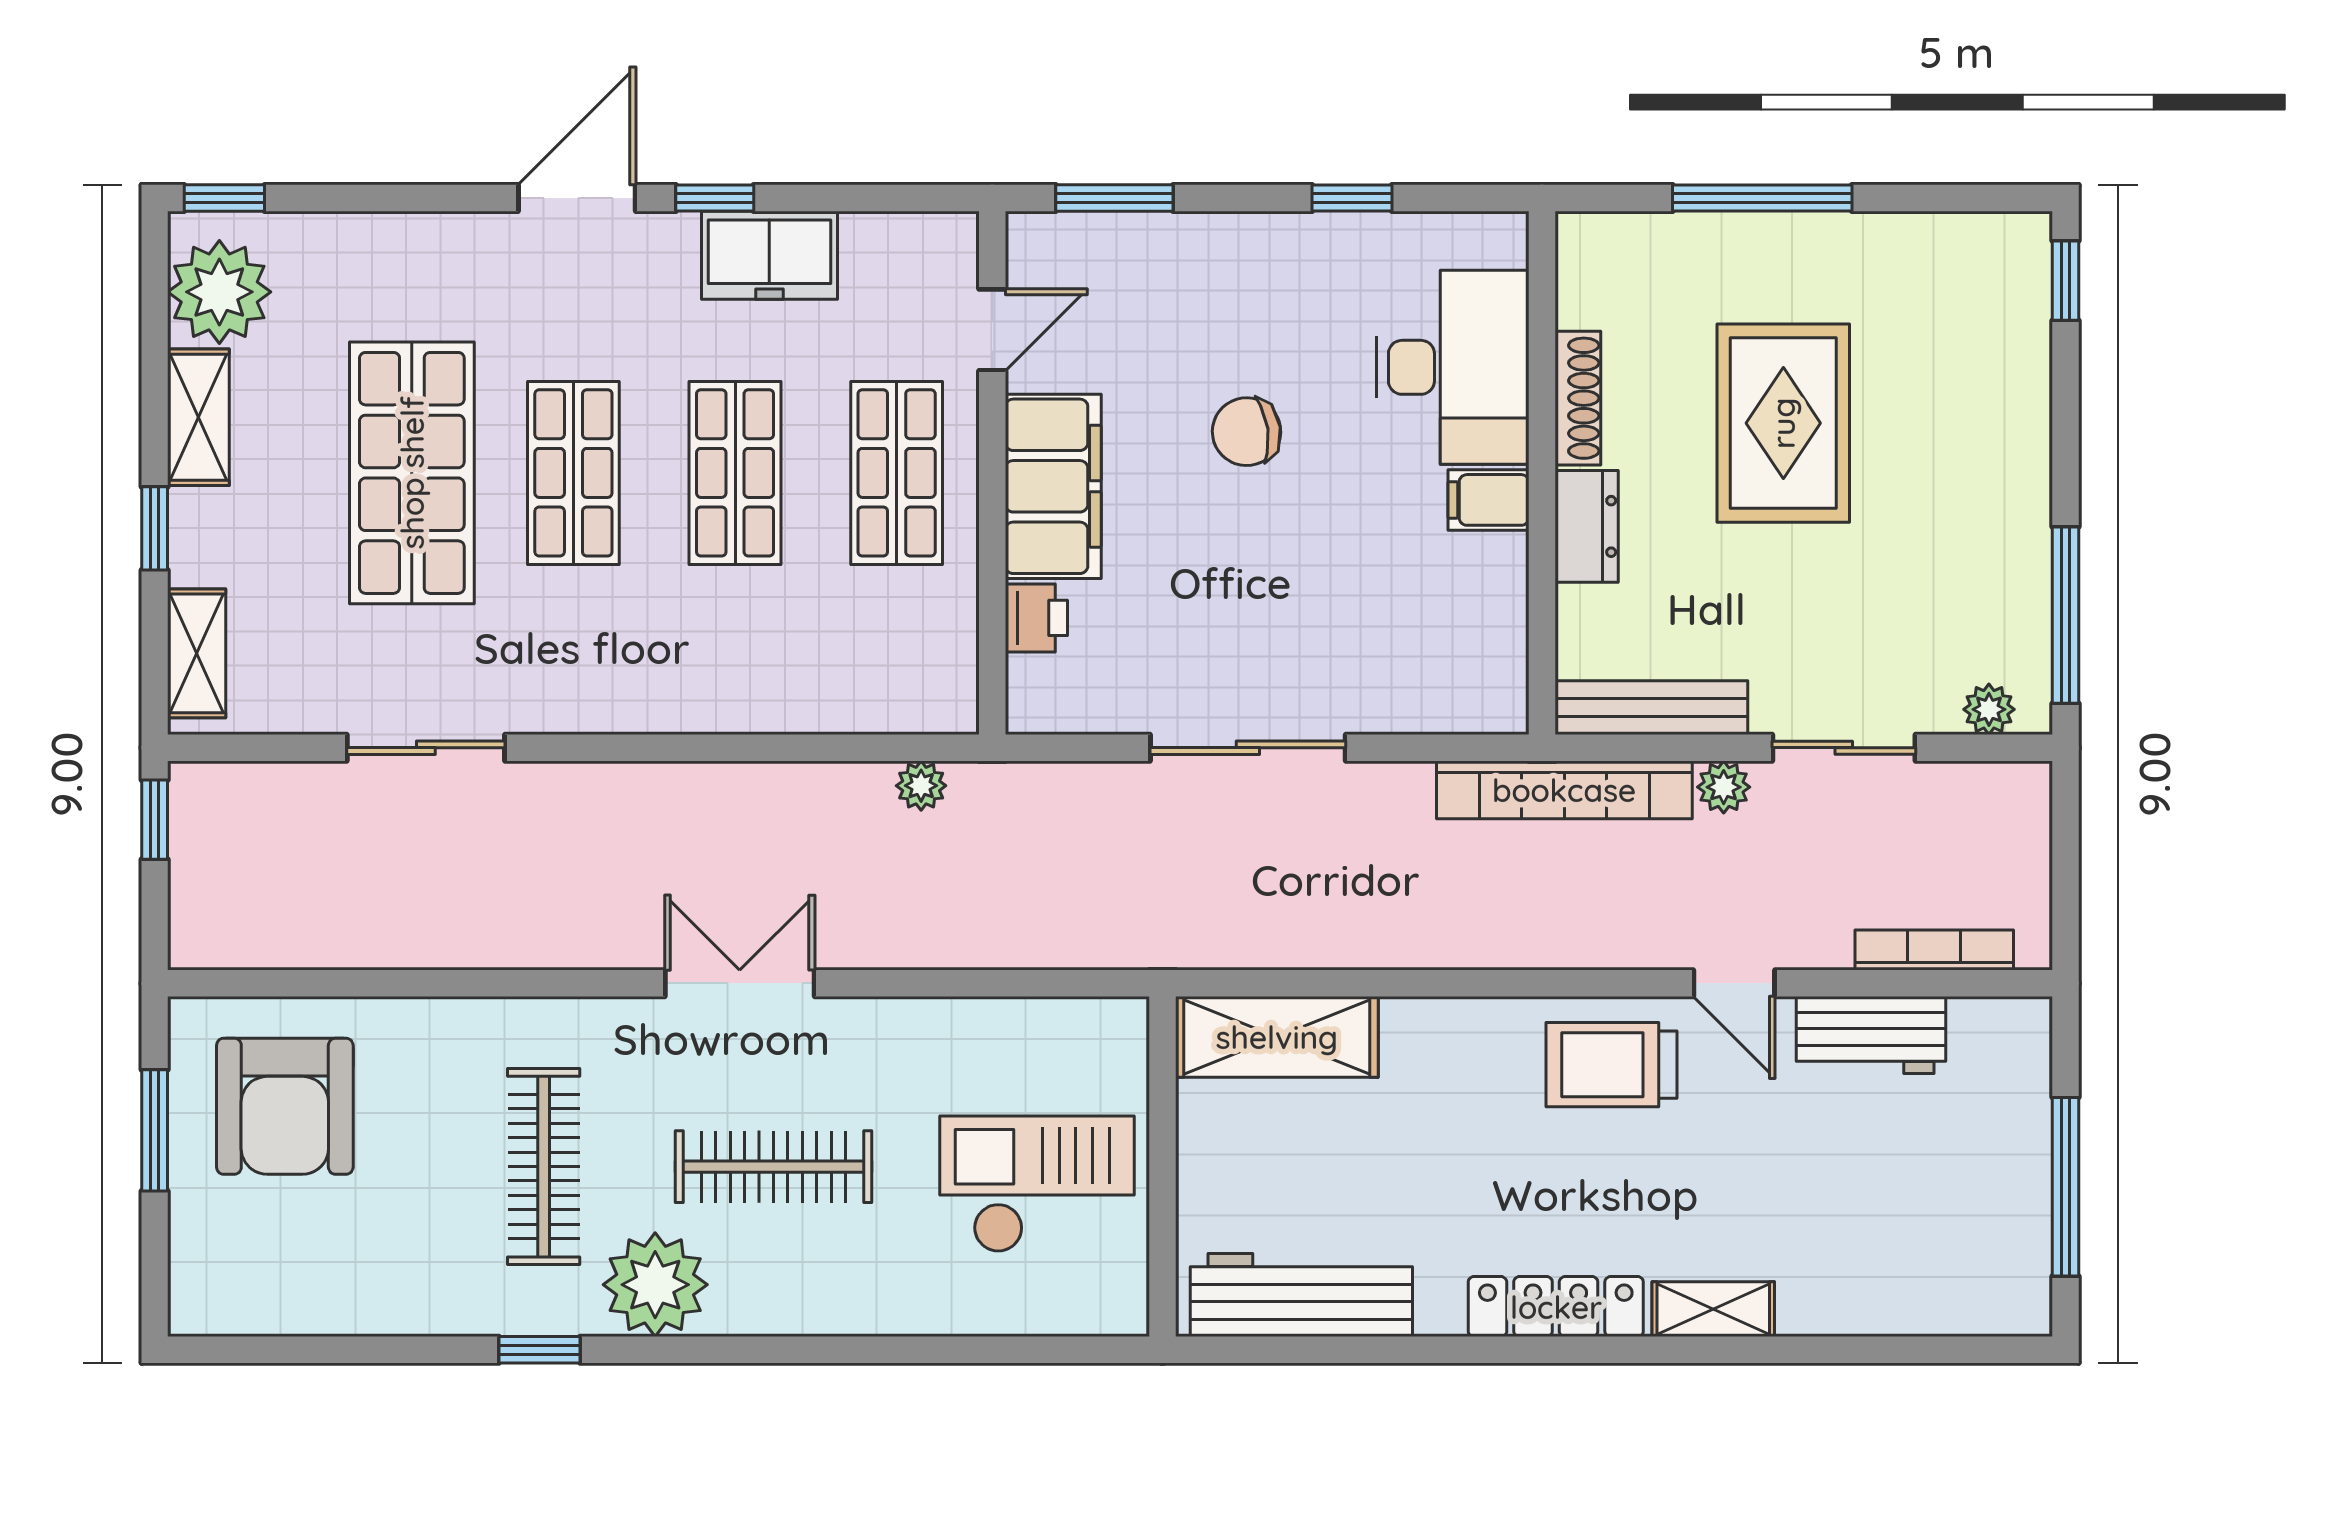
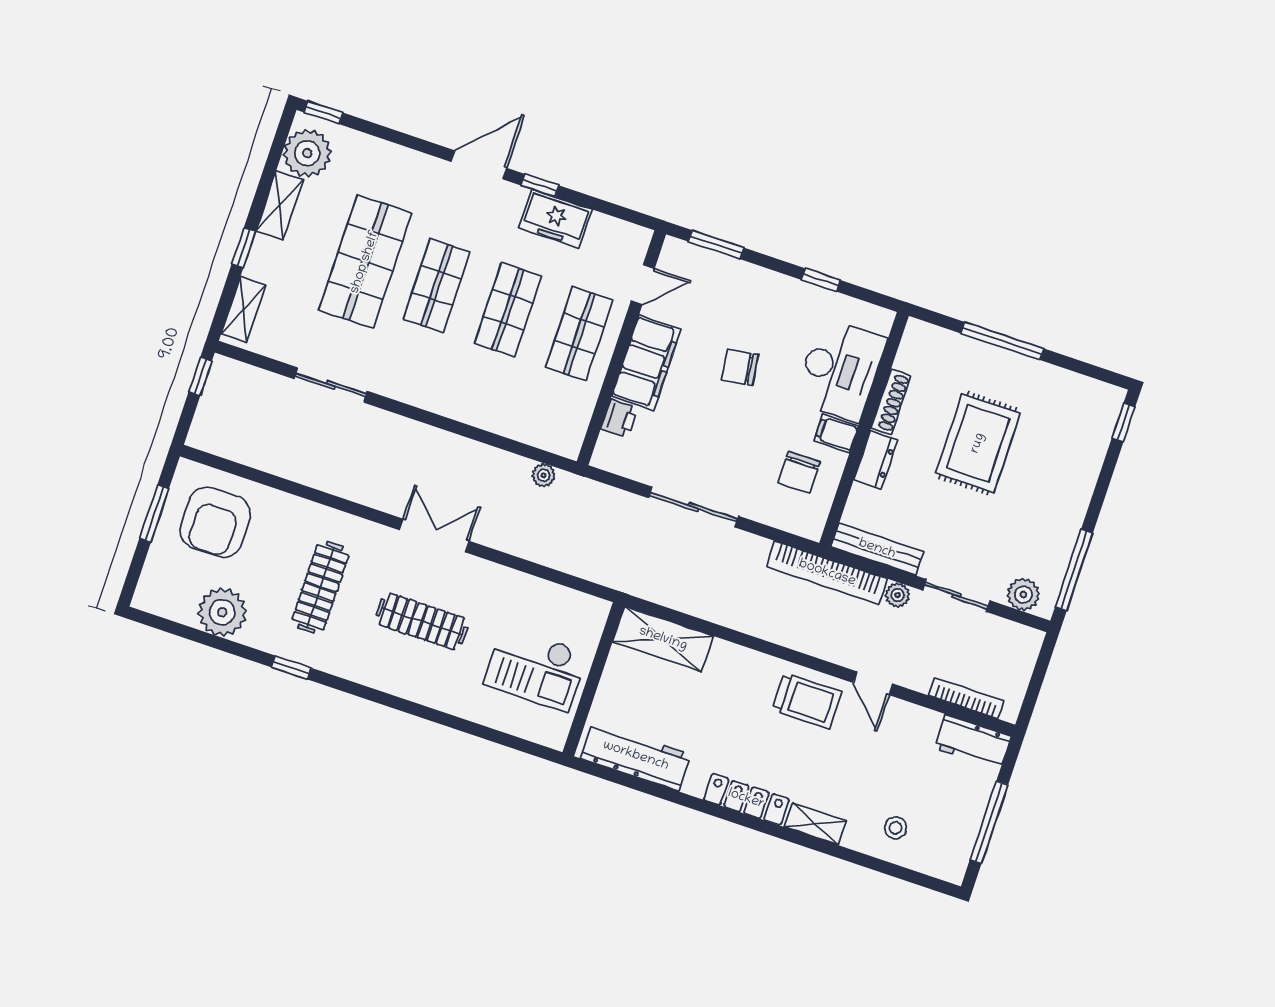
chair: (1439, 605) -> (799, 472), added
plant: (1989, 709) -> (1023, 595), width x1.38, depth x1.38
workbench: (1871, 1035) -> (973, 742), moved
trolley: (1612, 1065) -> (807, 701), turned 180
checkout: (1037, 1184) -> (536, 668), turned 180
stool: (1879, 1262) -> (895, 828), added
plant: (655, 1285) -> (222, 612), moved

